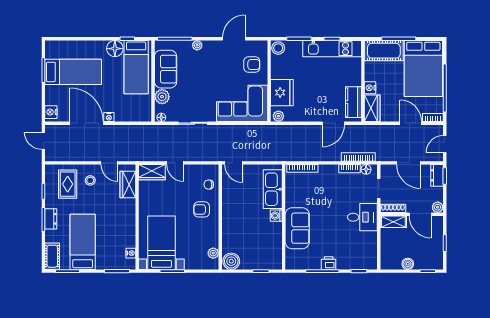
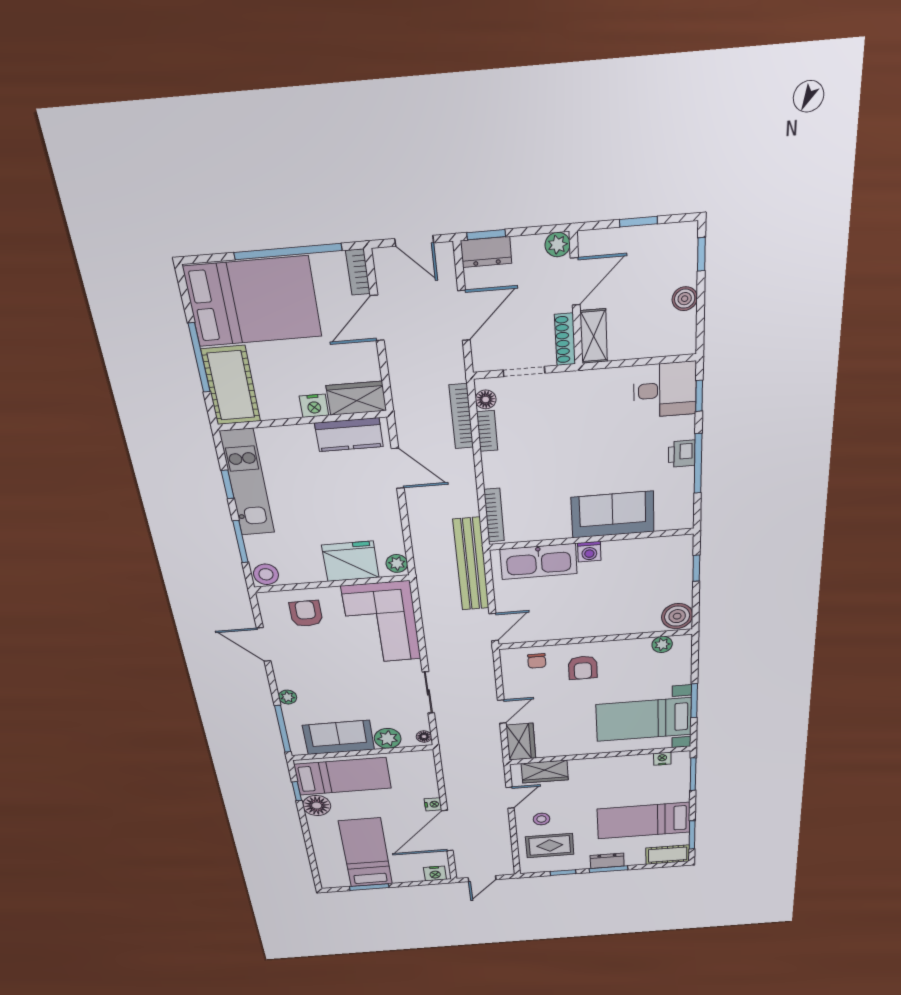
bench: (274, 154) -> (471, 564), added
desk: (362, 217) -> (665, 390), moved, turned 90

